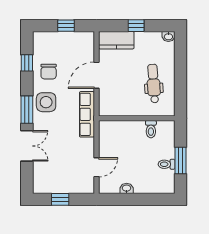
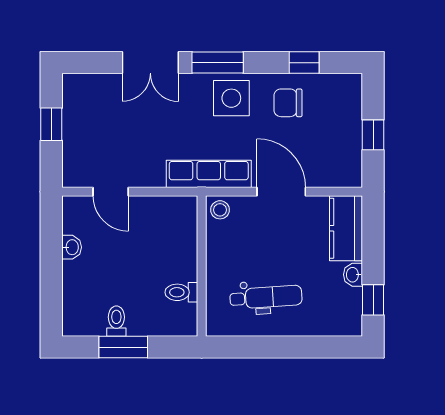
window: (136, 26) -> (373, 300), moved
washbasin: (168, 36) -> (353, 275), moved
stool: (106, 108) -> (220, 210), added

